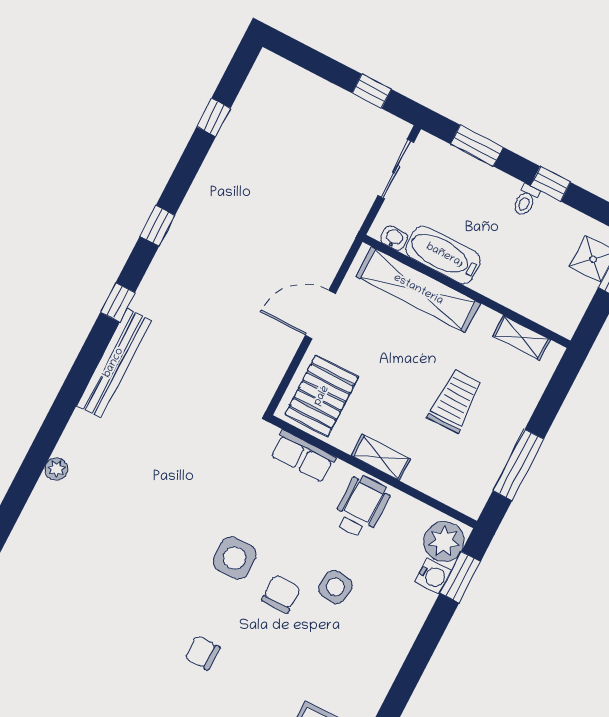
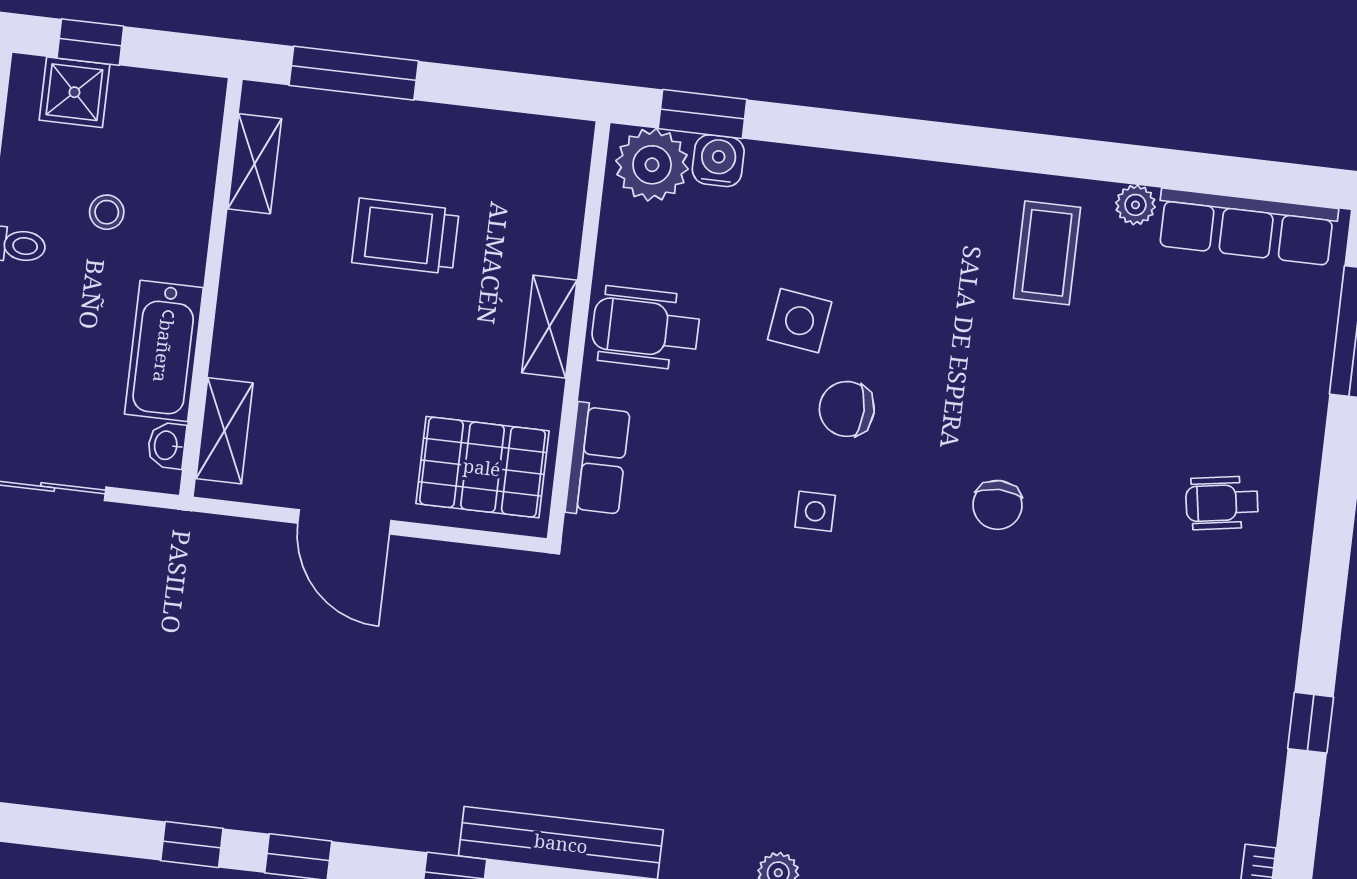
window: (214, 117) -> (192, 844), moved
stool: (525, 253) -> (107, 212), added
shelving: (418, 290) -> (224, 431), width x0.45, depth x0.75
window: (518, 465) -> (354, 73), moved
side table: (235, 558) -> (815, 511), width x0.54, depth x0.54

